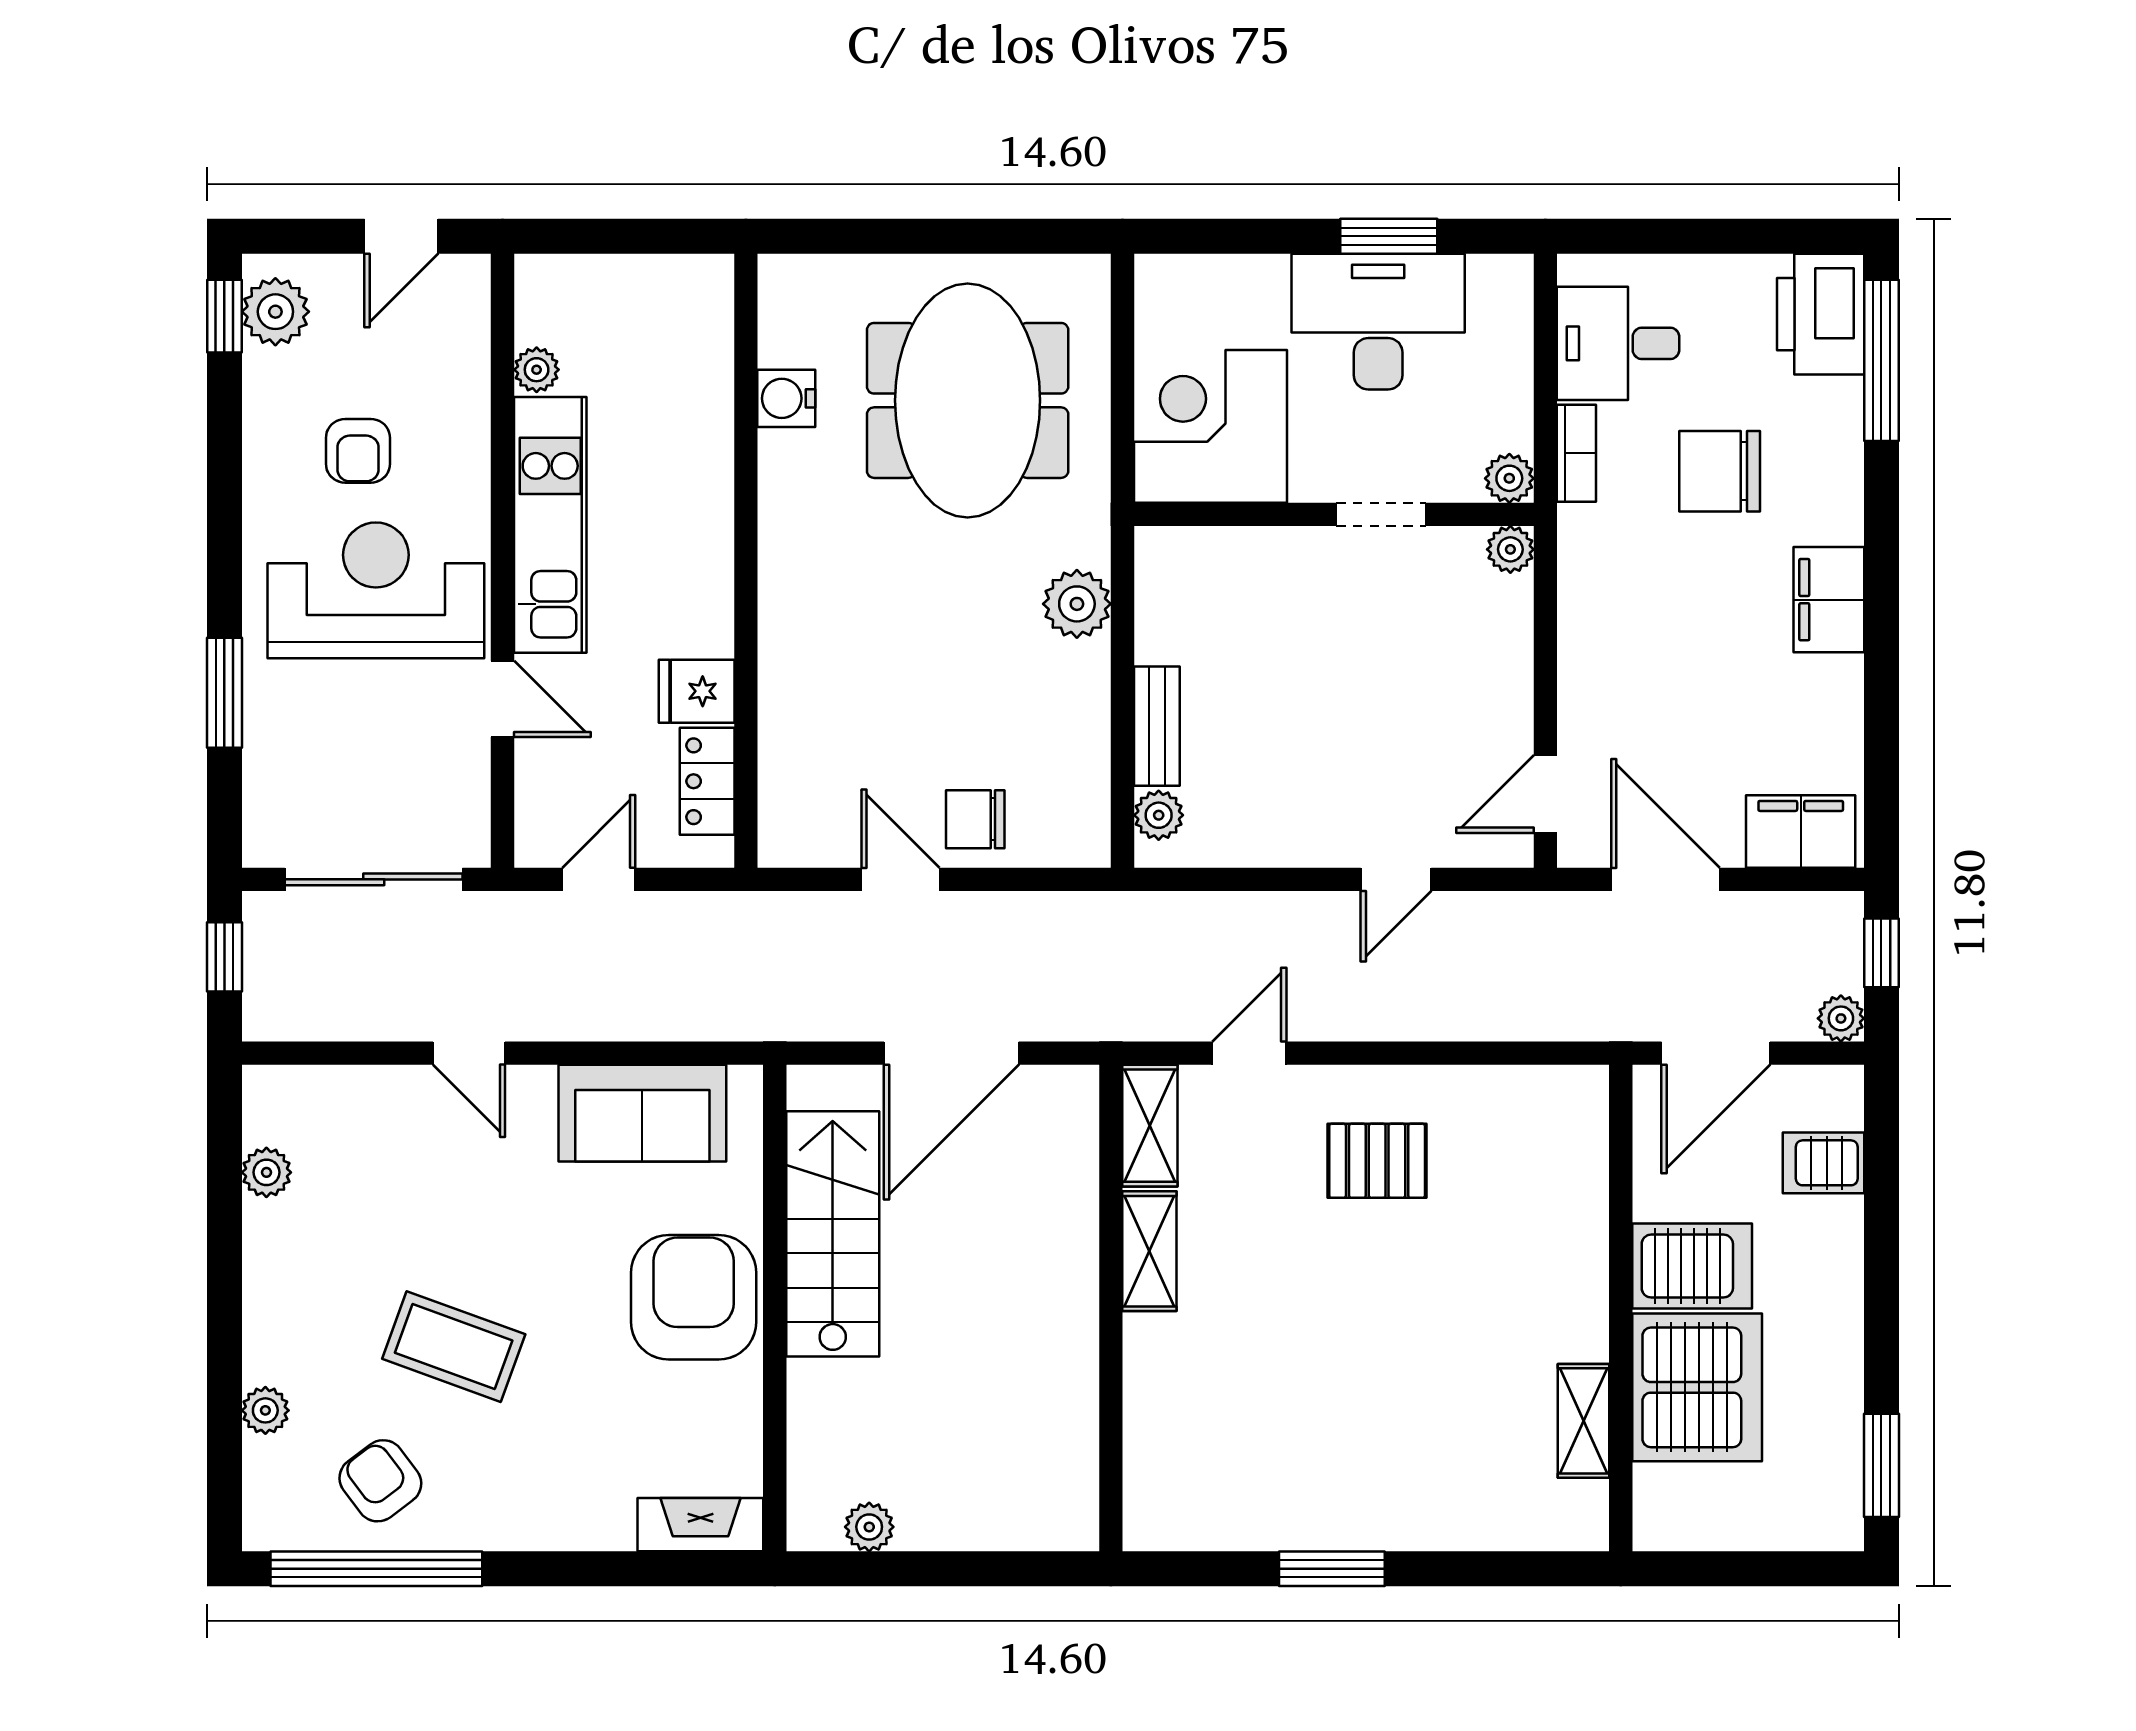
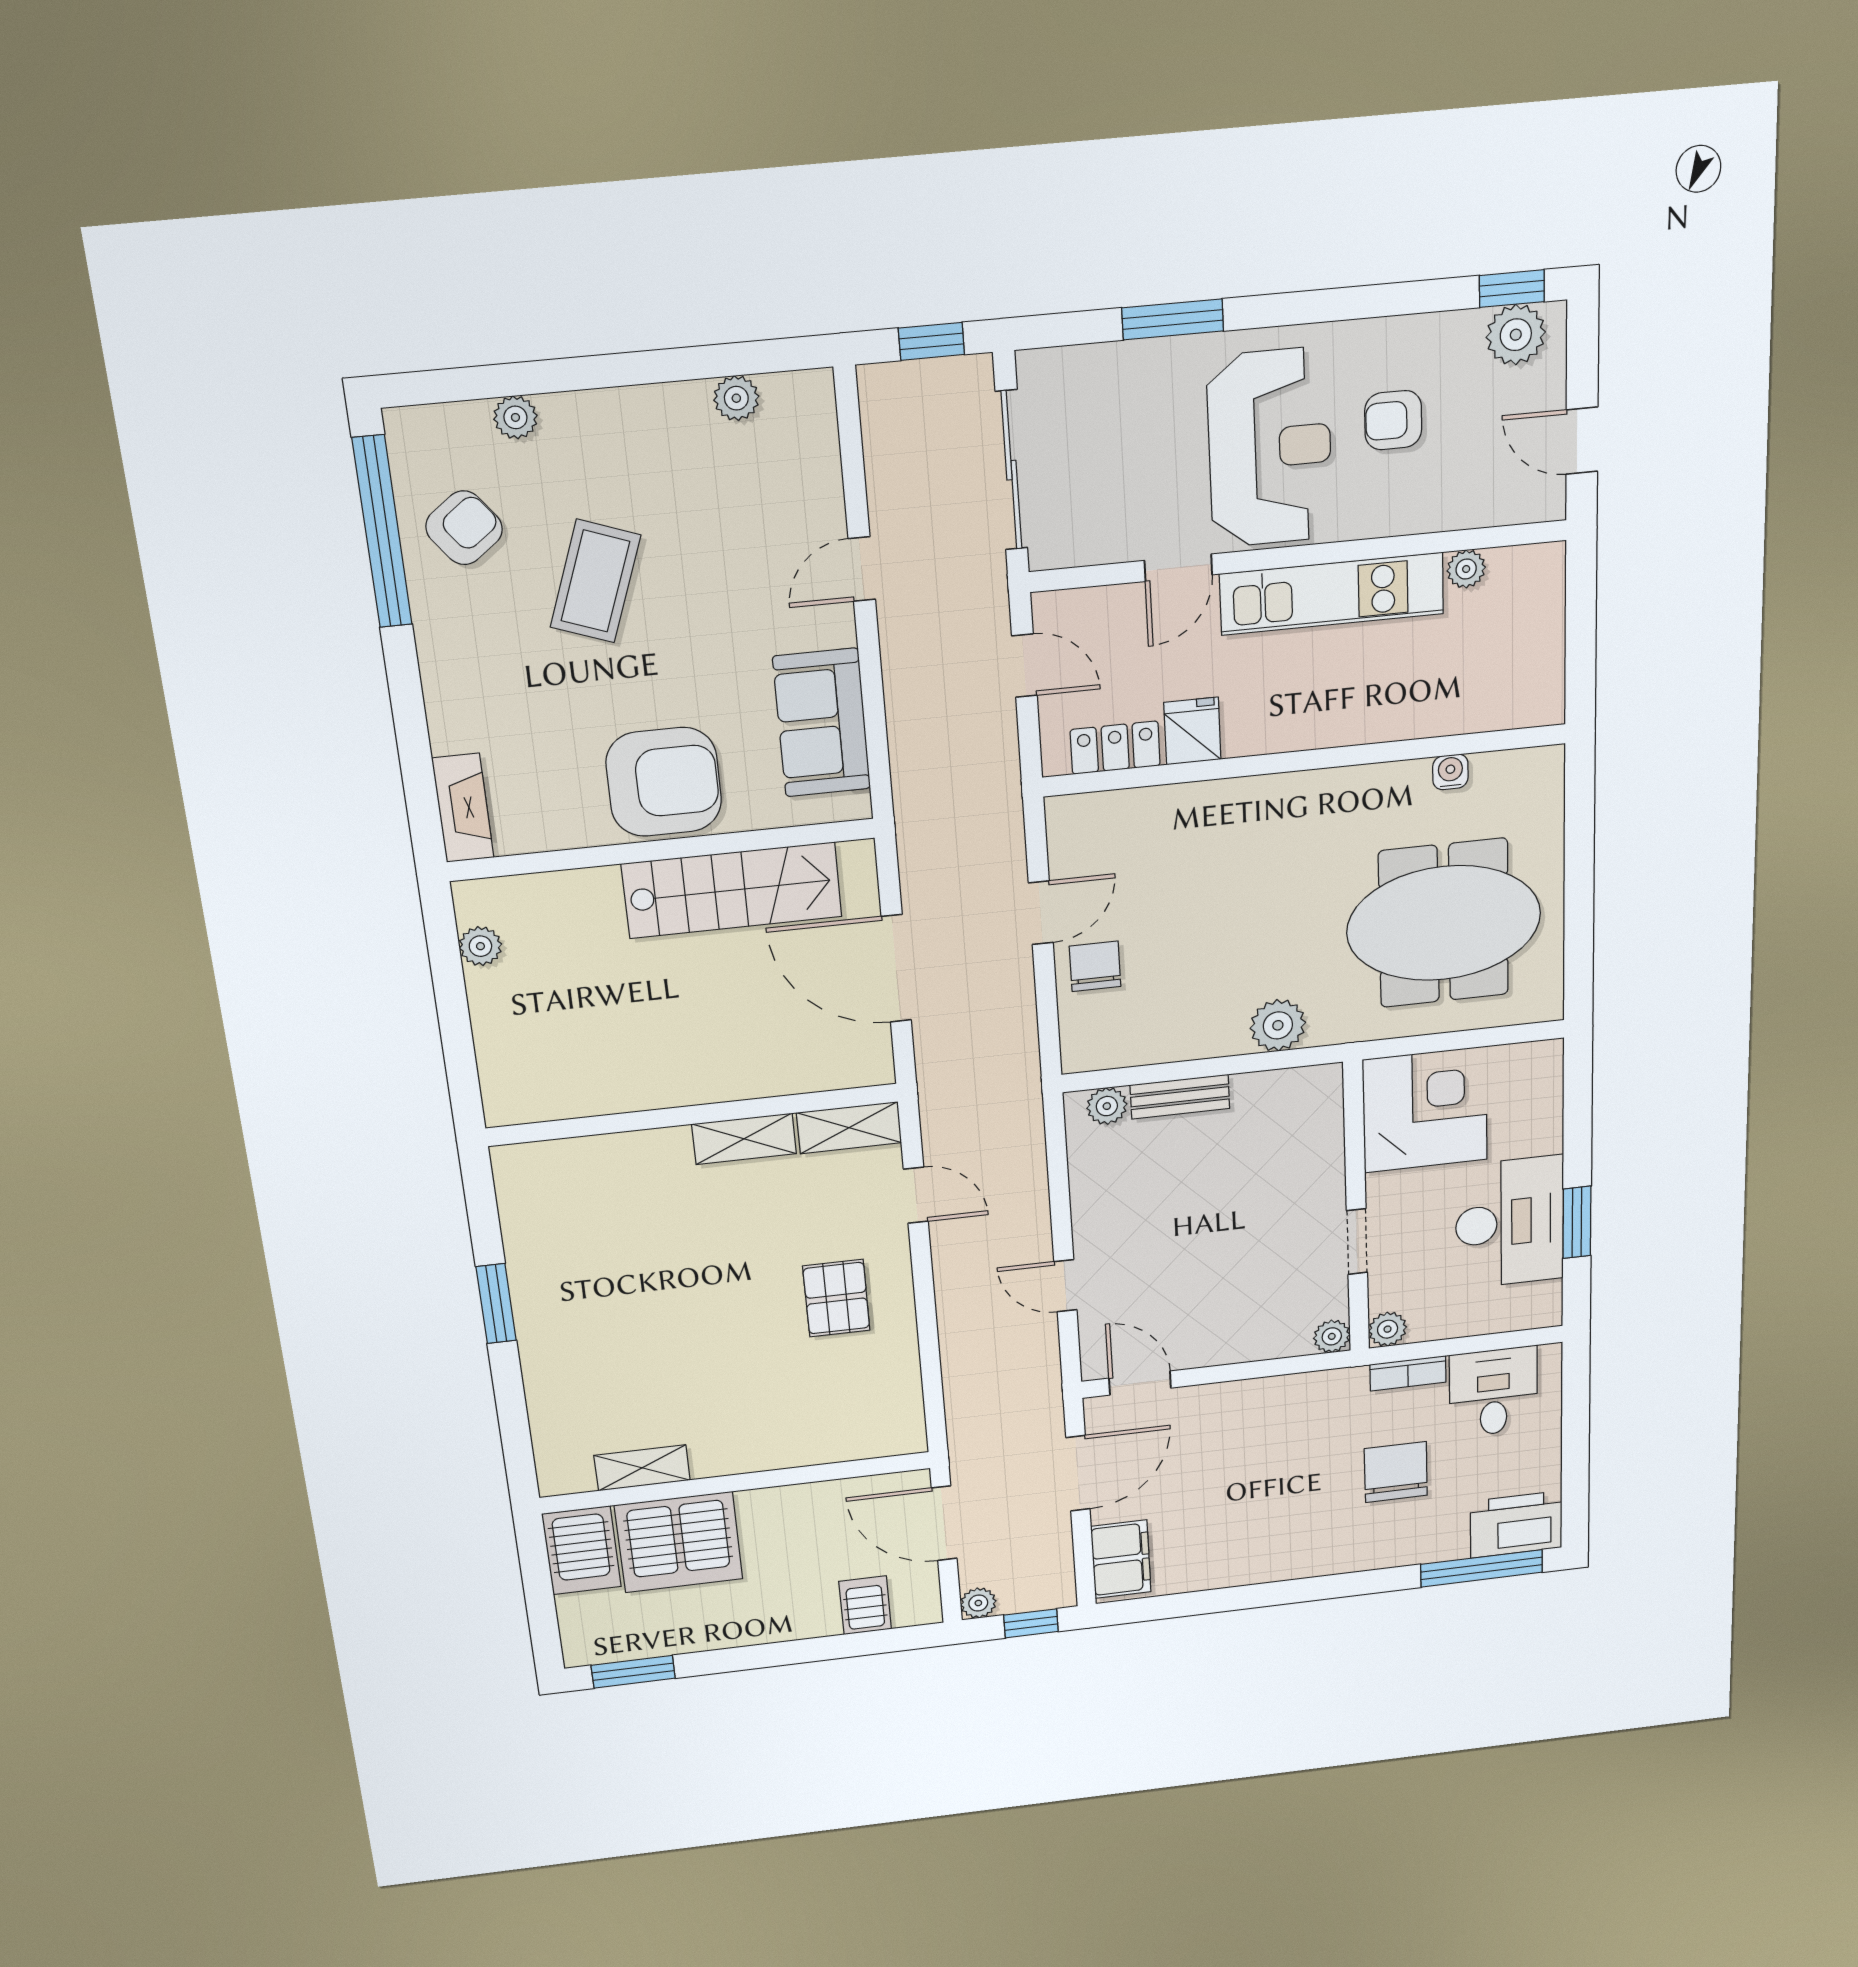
water cooler: (786, 398) -> (1450, 772), width x0.72, depth x0.72
filing cabinet: (1829, 600) -> (1300, 1556), removed
server rack: (1692, 1266) -> (582, 1550), moved

